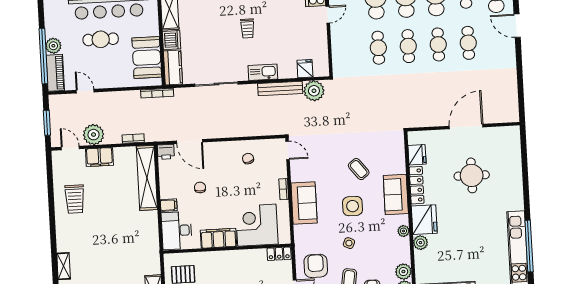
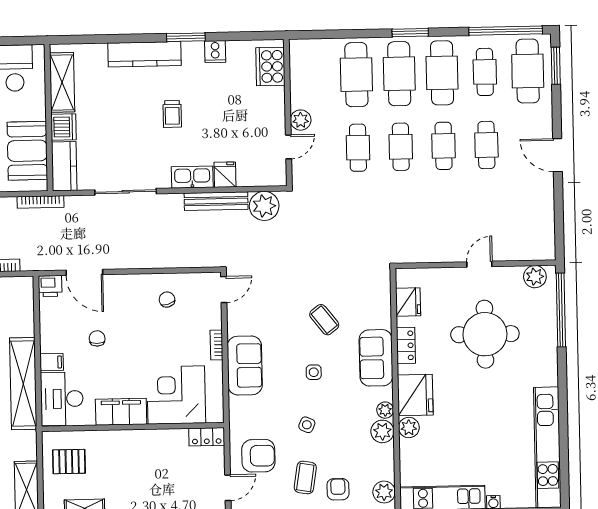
door: (328, 15) -> (289, 147), moved
door: (517, 26) -> (558, 155), moved
plant: (337, 30) -> (301, 120), added
fridge: (305, 69) -> (225, 175), moved
door: (466, 127) -> (479, 264), width x0.53
plant: (505, 134) -> (535, 277), added
door: (288, 150) -> (224, 290), hinge flipped
round table: (472, 175) -> (485, 334), width x1.36, depth x1.36
shelving: (147, 178) -> (23, 384), moved
locker: (417, 185) -> (406, 345), width x0.66
side table: (353, 206) -> (314, 372), width x0.54, depth x0.54
window: (529, 246) -> (561, 310), moved
armchair: (316, 266) -> (258, 456), turned 90
plant: (403, 272) -> (382, 431), moved

